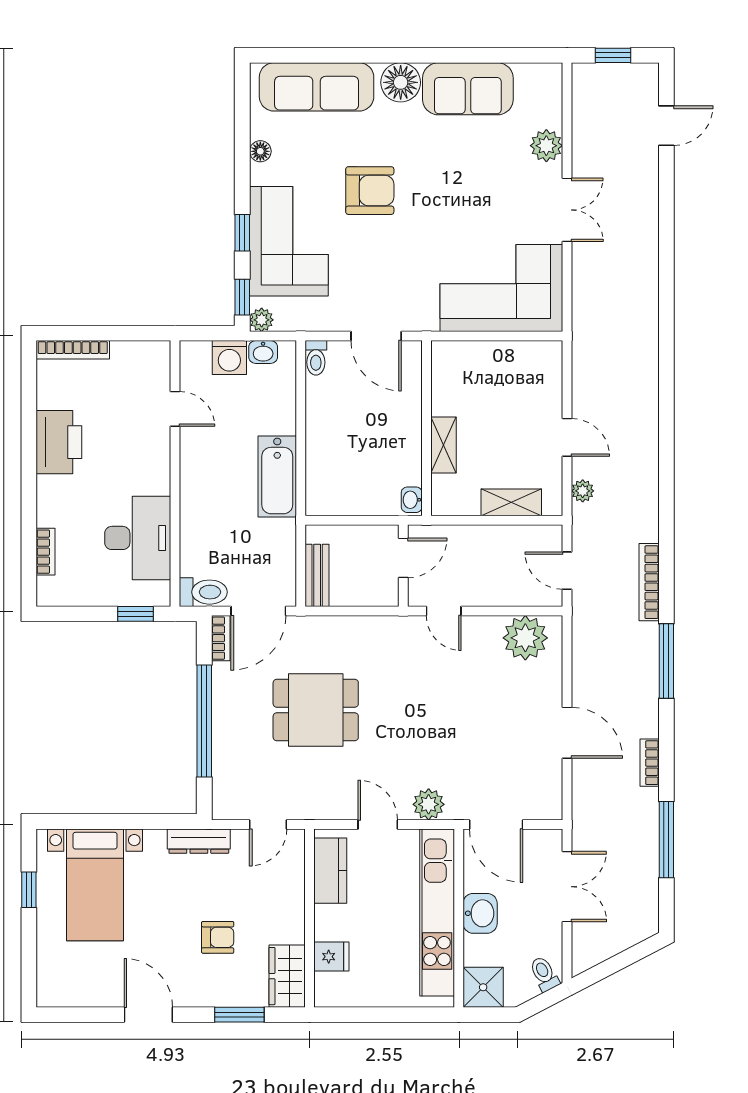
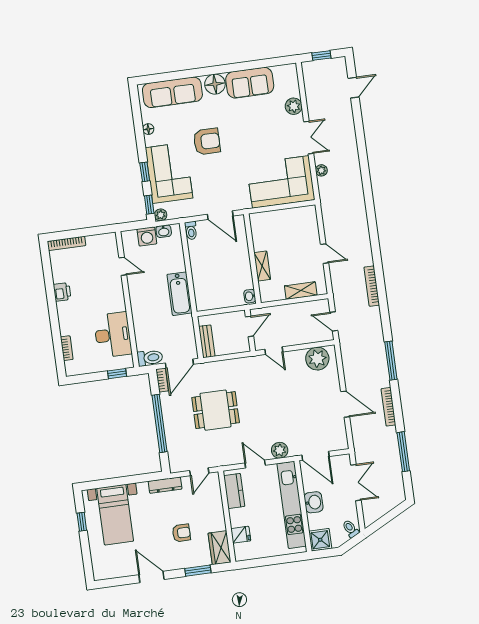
printer: (59, 442) -> (62, 292), width x0.53, depth x0.68
plant: (583, 491) -> (321, 170), moved
bookcase: (649, 582) -> (372, 286), moved
bookcase: (650, 763) -> (388, 407), width x1.56

